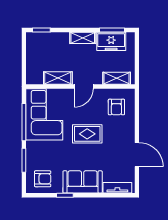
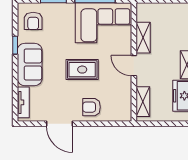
armchair: (116, 107) -> (92, 107), moved
rug: (87, 134) -> (82, 70), turned 90
door: (137, 155) -> (59, 124), hinge flipped

